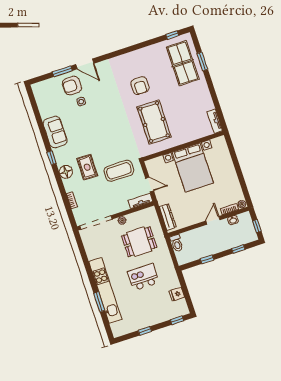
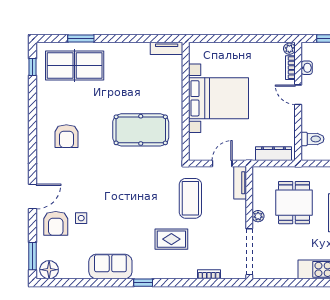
window: (62, 71) -> (33, 256), moved
armchair: (140, 86) -> (66, 136), moved, turned 90
floor lamp: (66, 172) -> (49, 270), moved
toilet: (177, 243) -> (312, 139), moved

